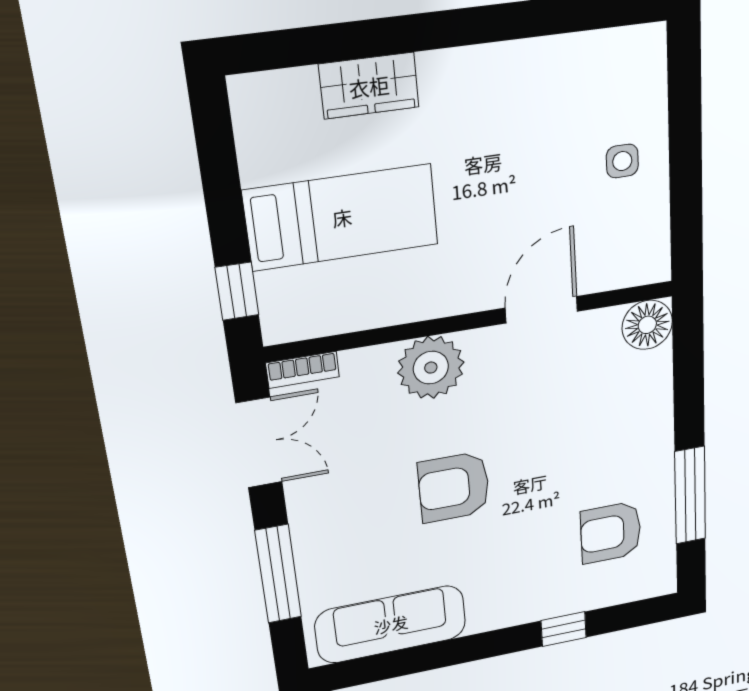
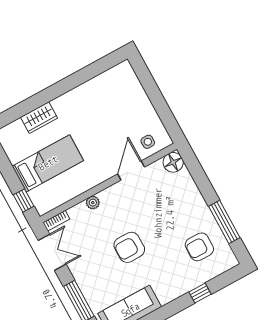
side table: (622, 161) -> (148, 142), moved
plant: (431, 368) -> (93, 203), width x0.53, depth x0.53

